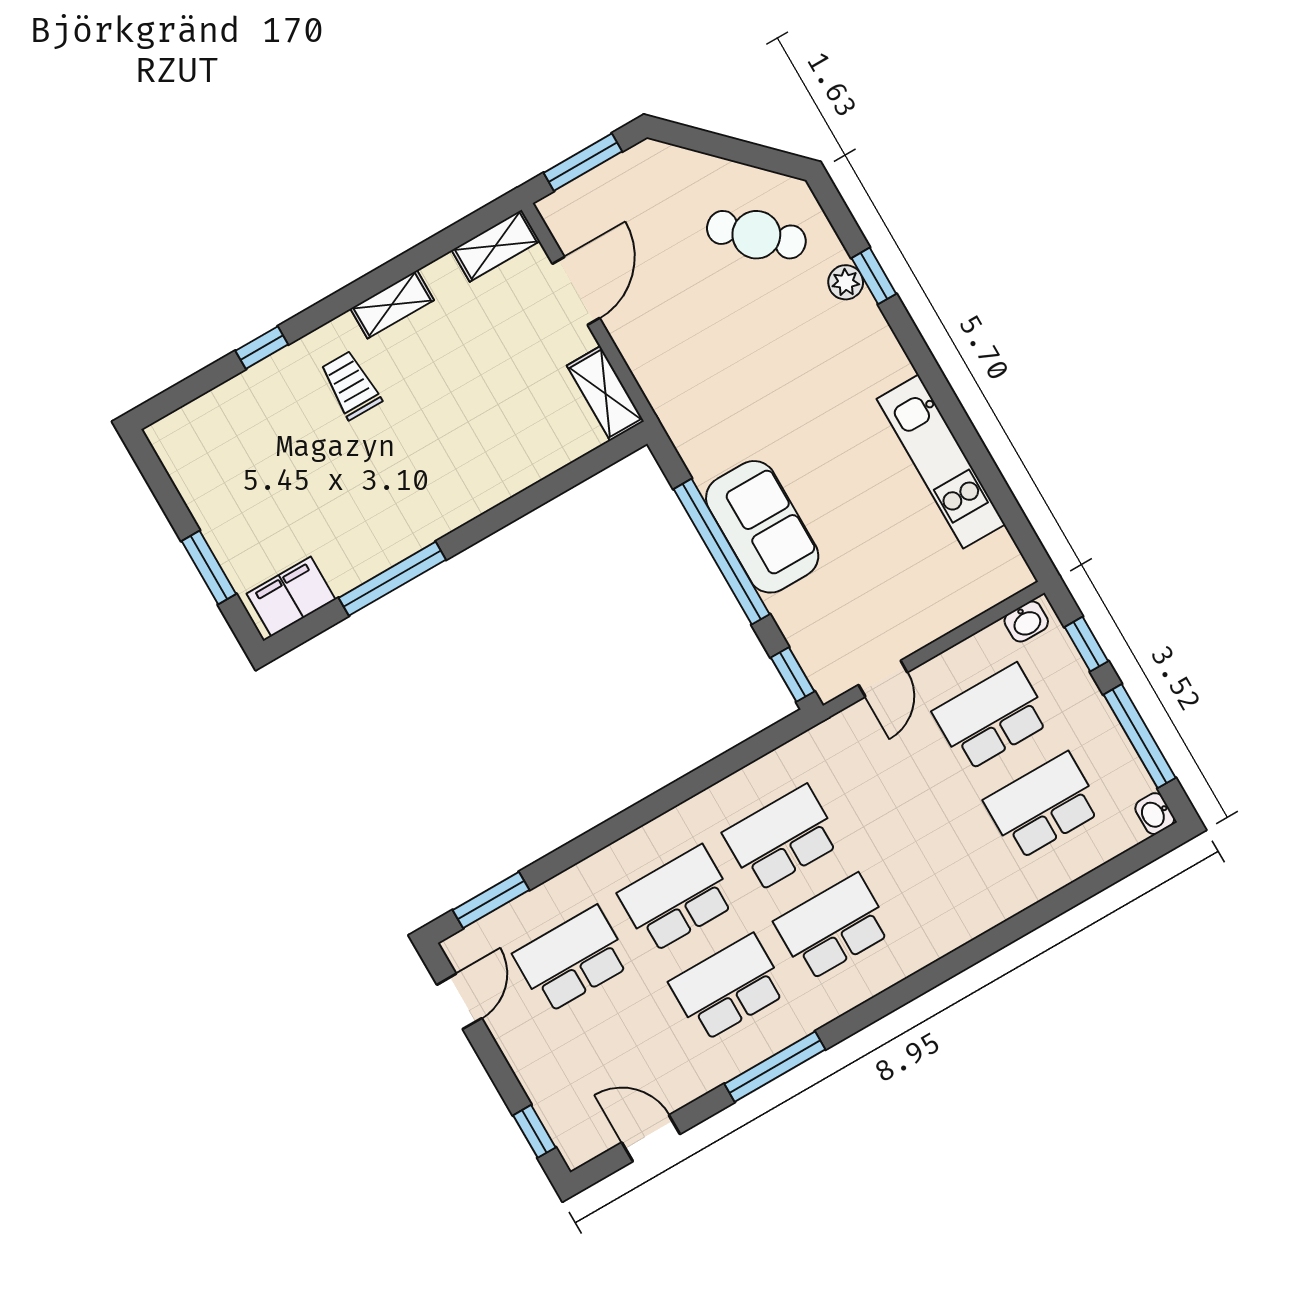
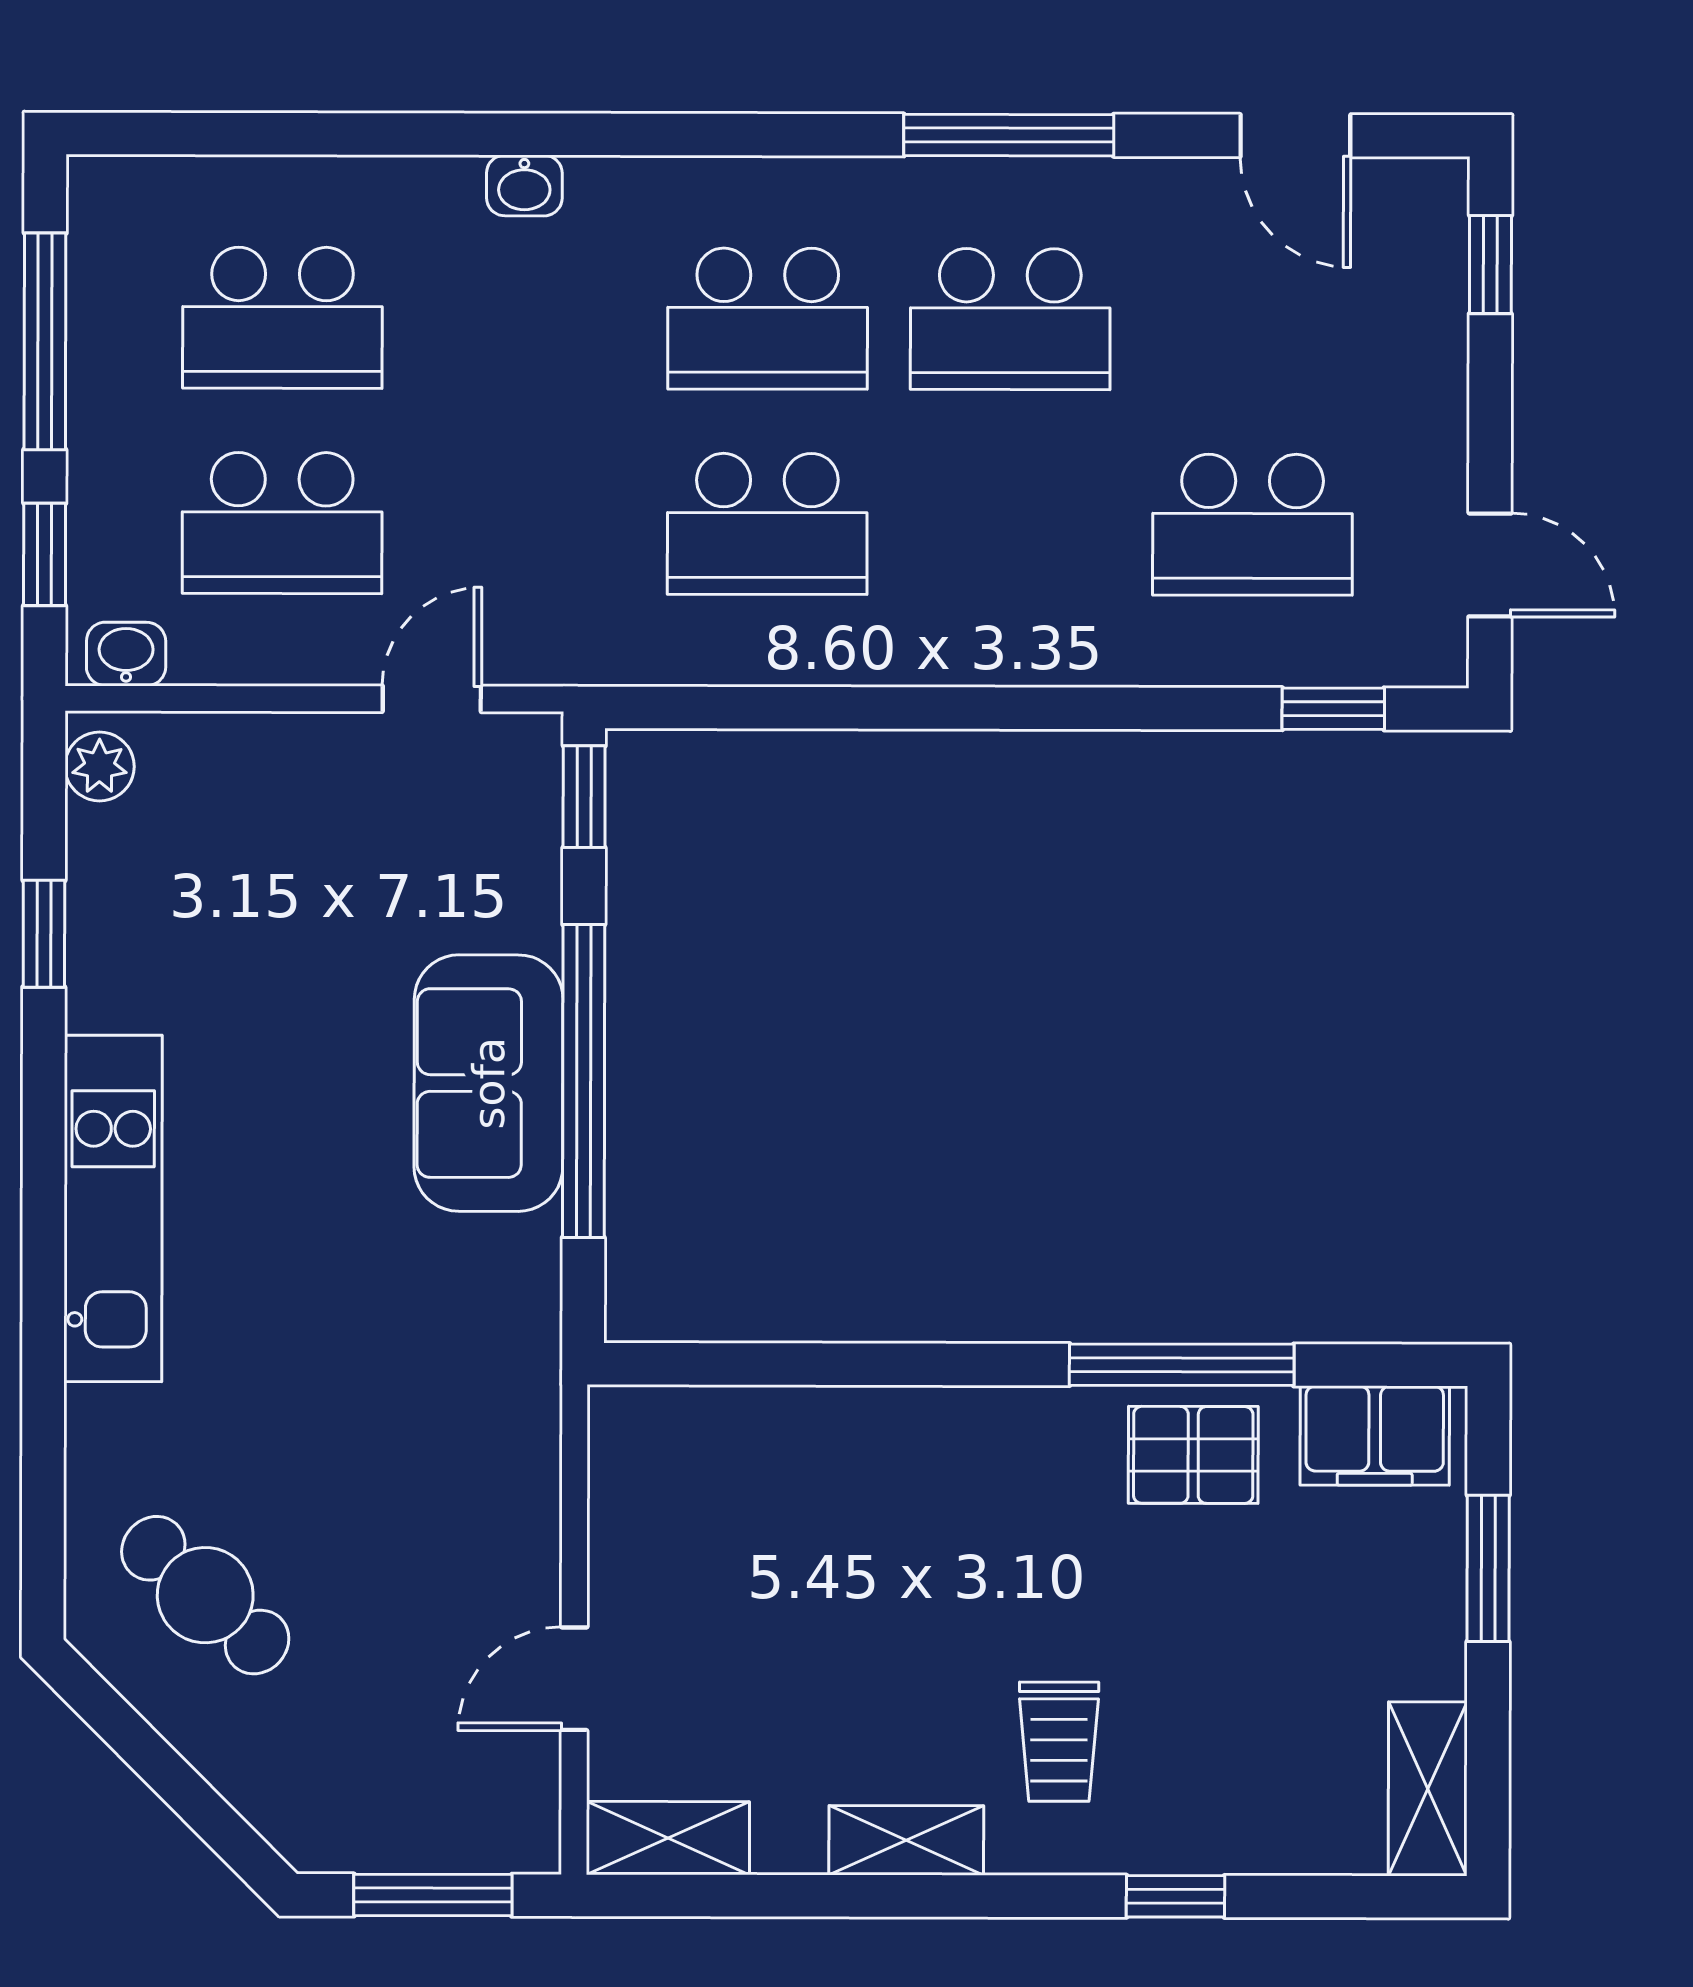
window: (874, 276) -> (44, 934), moved
plant: (846, 282) -> (100, 766), moved
door: (576, 291) -> (574, 1679), width x0.73
shelving: (605, 393) -> (1428, 1789), moved
kitchen unit: (941, 462) -> (113, 1208), moved
pallet: (365, 543) -> (1193, 1455), added
washbasin: (1155, 814) -> (524, 185), moved, turned 90
school desk: (677, 899) -> (1010, 524), removed
window: (491, 900) -> (1333, 709), width x0.67
door: (459, 1001) -> (1490, 565), swing flipped

